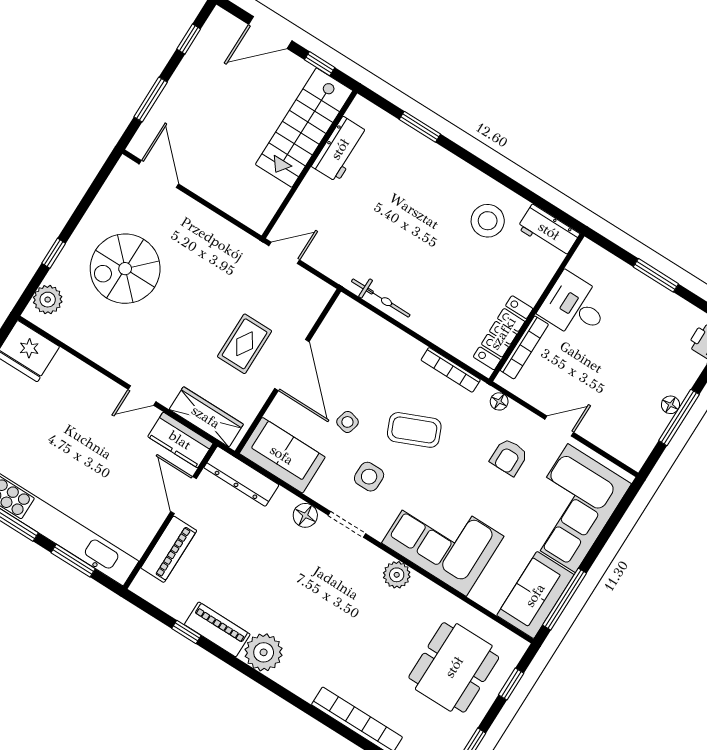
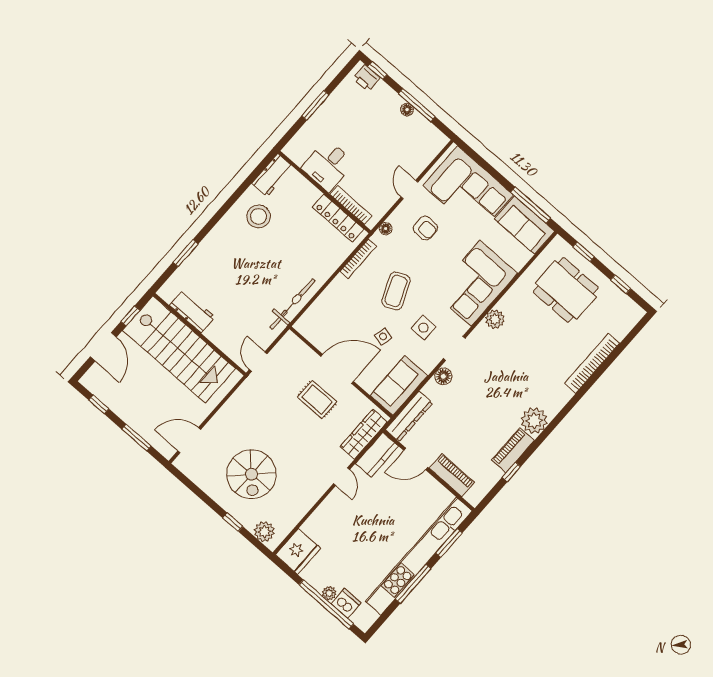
stairs: (304, 128) -> (179, 349), width x1.36, depth x1.51
bicycle: (381, 298) -> (292, 304), width x1.37, depth x1.40

